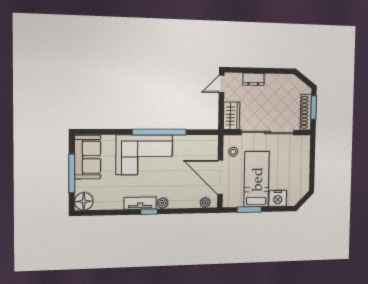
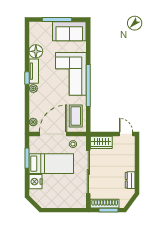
dresser: (253, 79) -> (130, 180), moved
coffee table: (198, 148) -> (76, 116), added
floor lamp: (84, 201) -> (36, 51), moved

